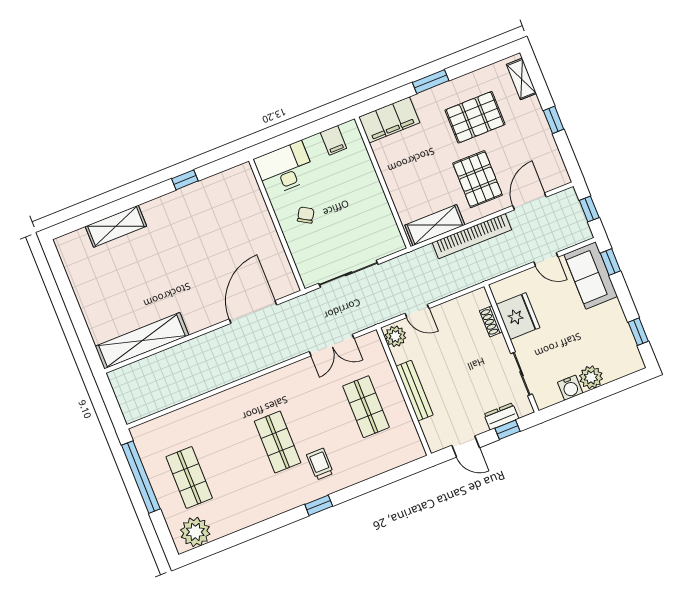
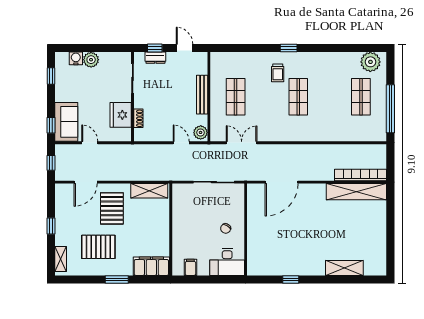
bookcase: (472, 236) -> (360, 175), moved
water cooler: (570, 388) -> (76, 58), moved

